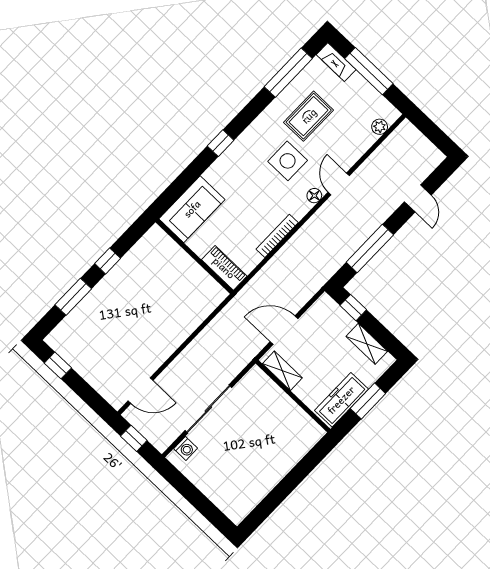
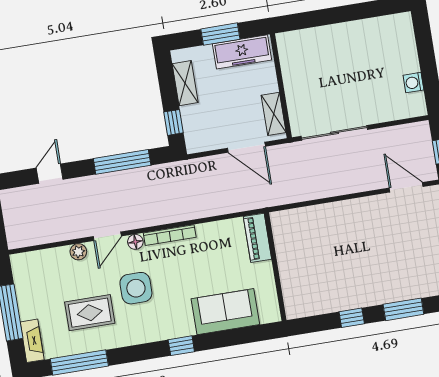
plant: (380, 127) -> (78, 252), moved
sofa: (192, 209) -> (225, 312), moved
bookcase: (277, 236) -> (170, 235), moved
sliding door: (208, 409) -> (334, 133), moved
washing machine: (186, 448) -> (413, 83), moved, turned -90

